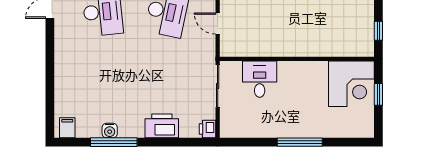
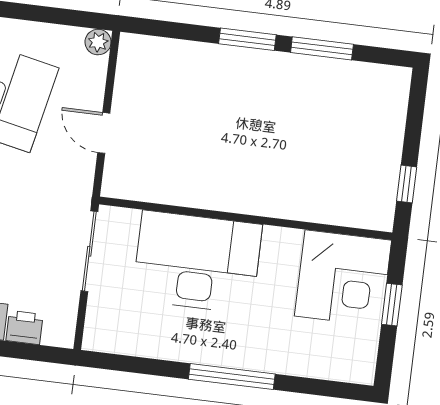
desk: (260, 79) -> (197, 262), width x1.87, depth x1.30
printer: (207, 129) -> (25, 328), moved, turned 90

